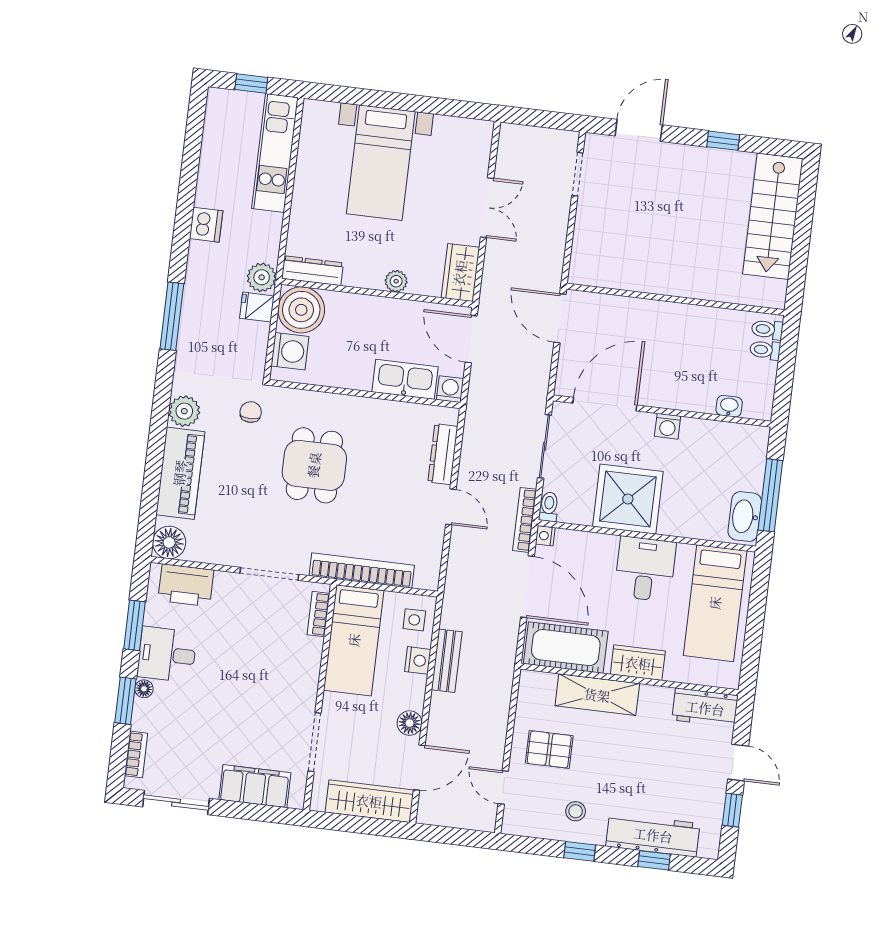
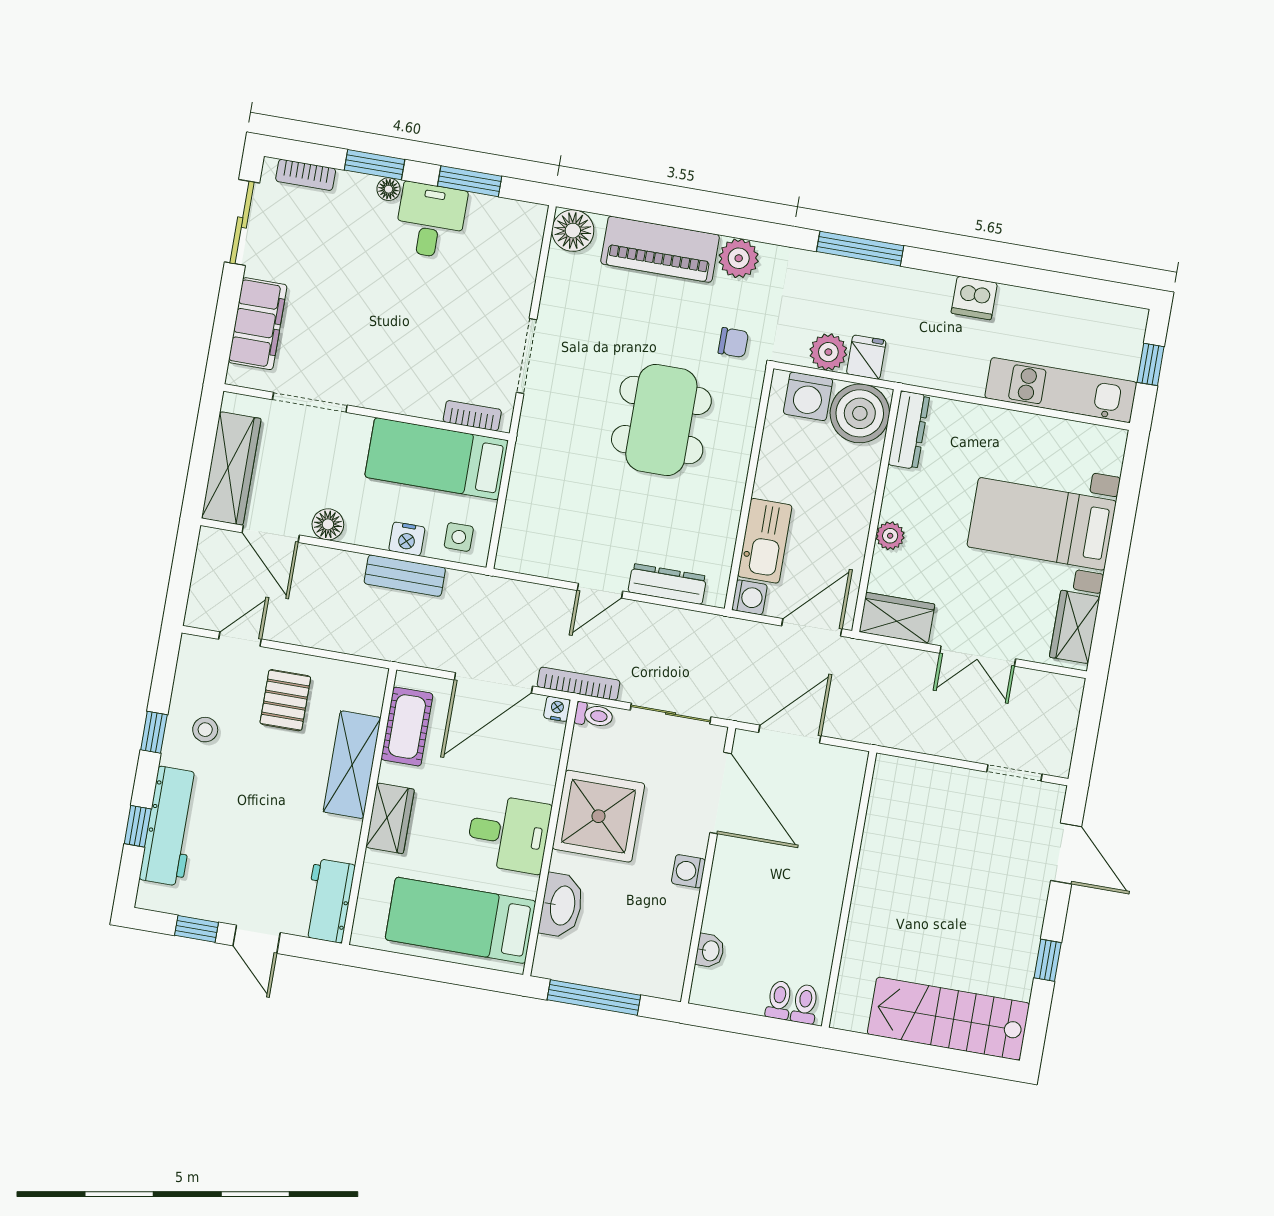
wardrobe: (460, 133) -> (1075, 627), added
plant: (262, 277) -> (828, 352), moved
door: (560, 318) -> (790, 734), moved
dining table: (314, 465) -> (661, 420), width x1.38
washbasin: (745, 517) -> (561, 905), moved, turned 90
bookcase: (362, 571) -> (525, 474), removed
printer: (186, 585) -> (517, 249), removed
cot: (566, 648) -> (407, 727), width x0.73, depth x0.75
door: (738, 763) -> (257, 939), hinge flipped

